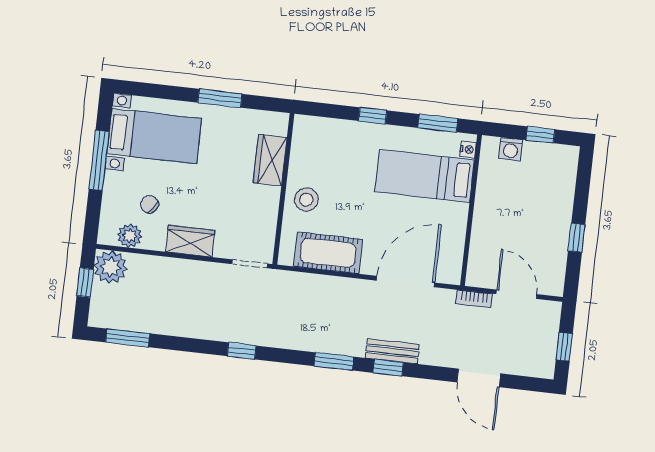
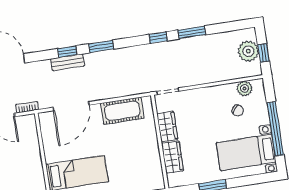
window: (99, 160) -> (275, 129), width x1.46
stool: (306, 200) -> (144, 139), removed
wardrobe: (190, 241) -> (167, 127), moved, turned -90
plant: (111, 267) -> (248, 51), moved
window: (128, 338) -> (192, 32), moved

